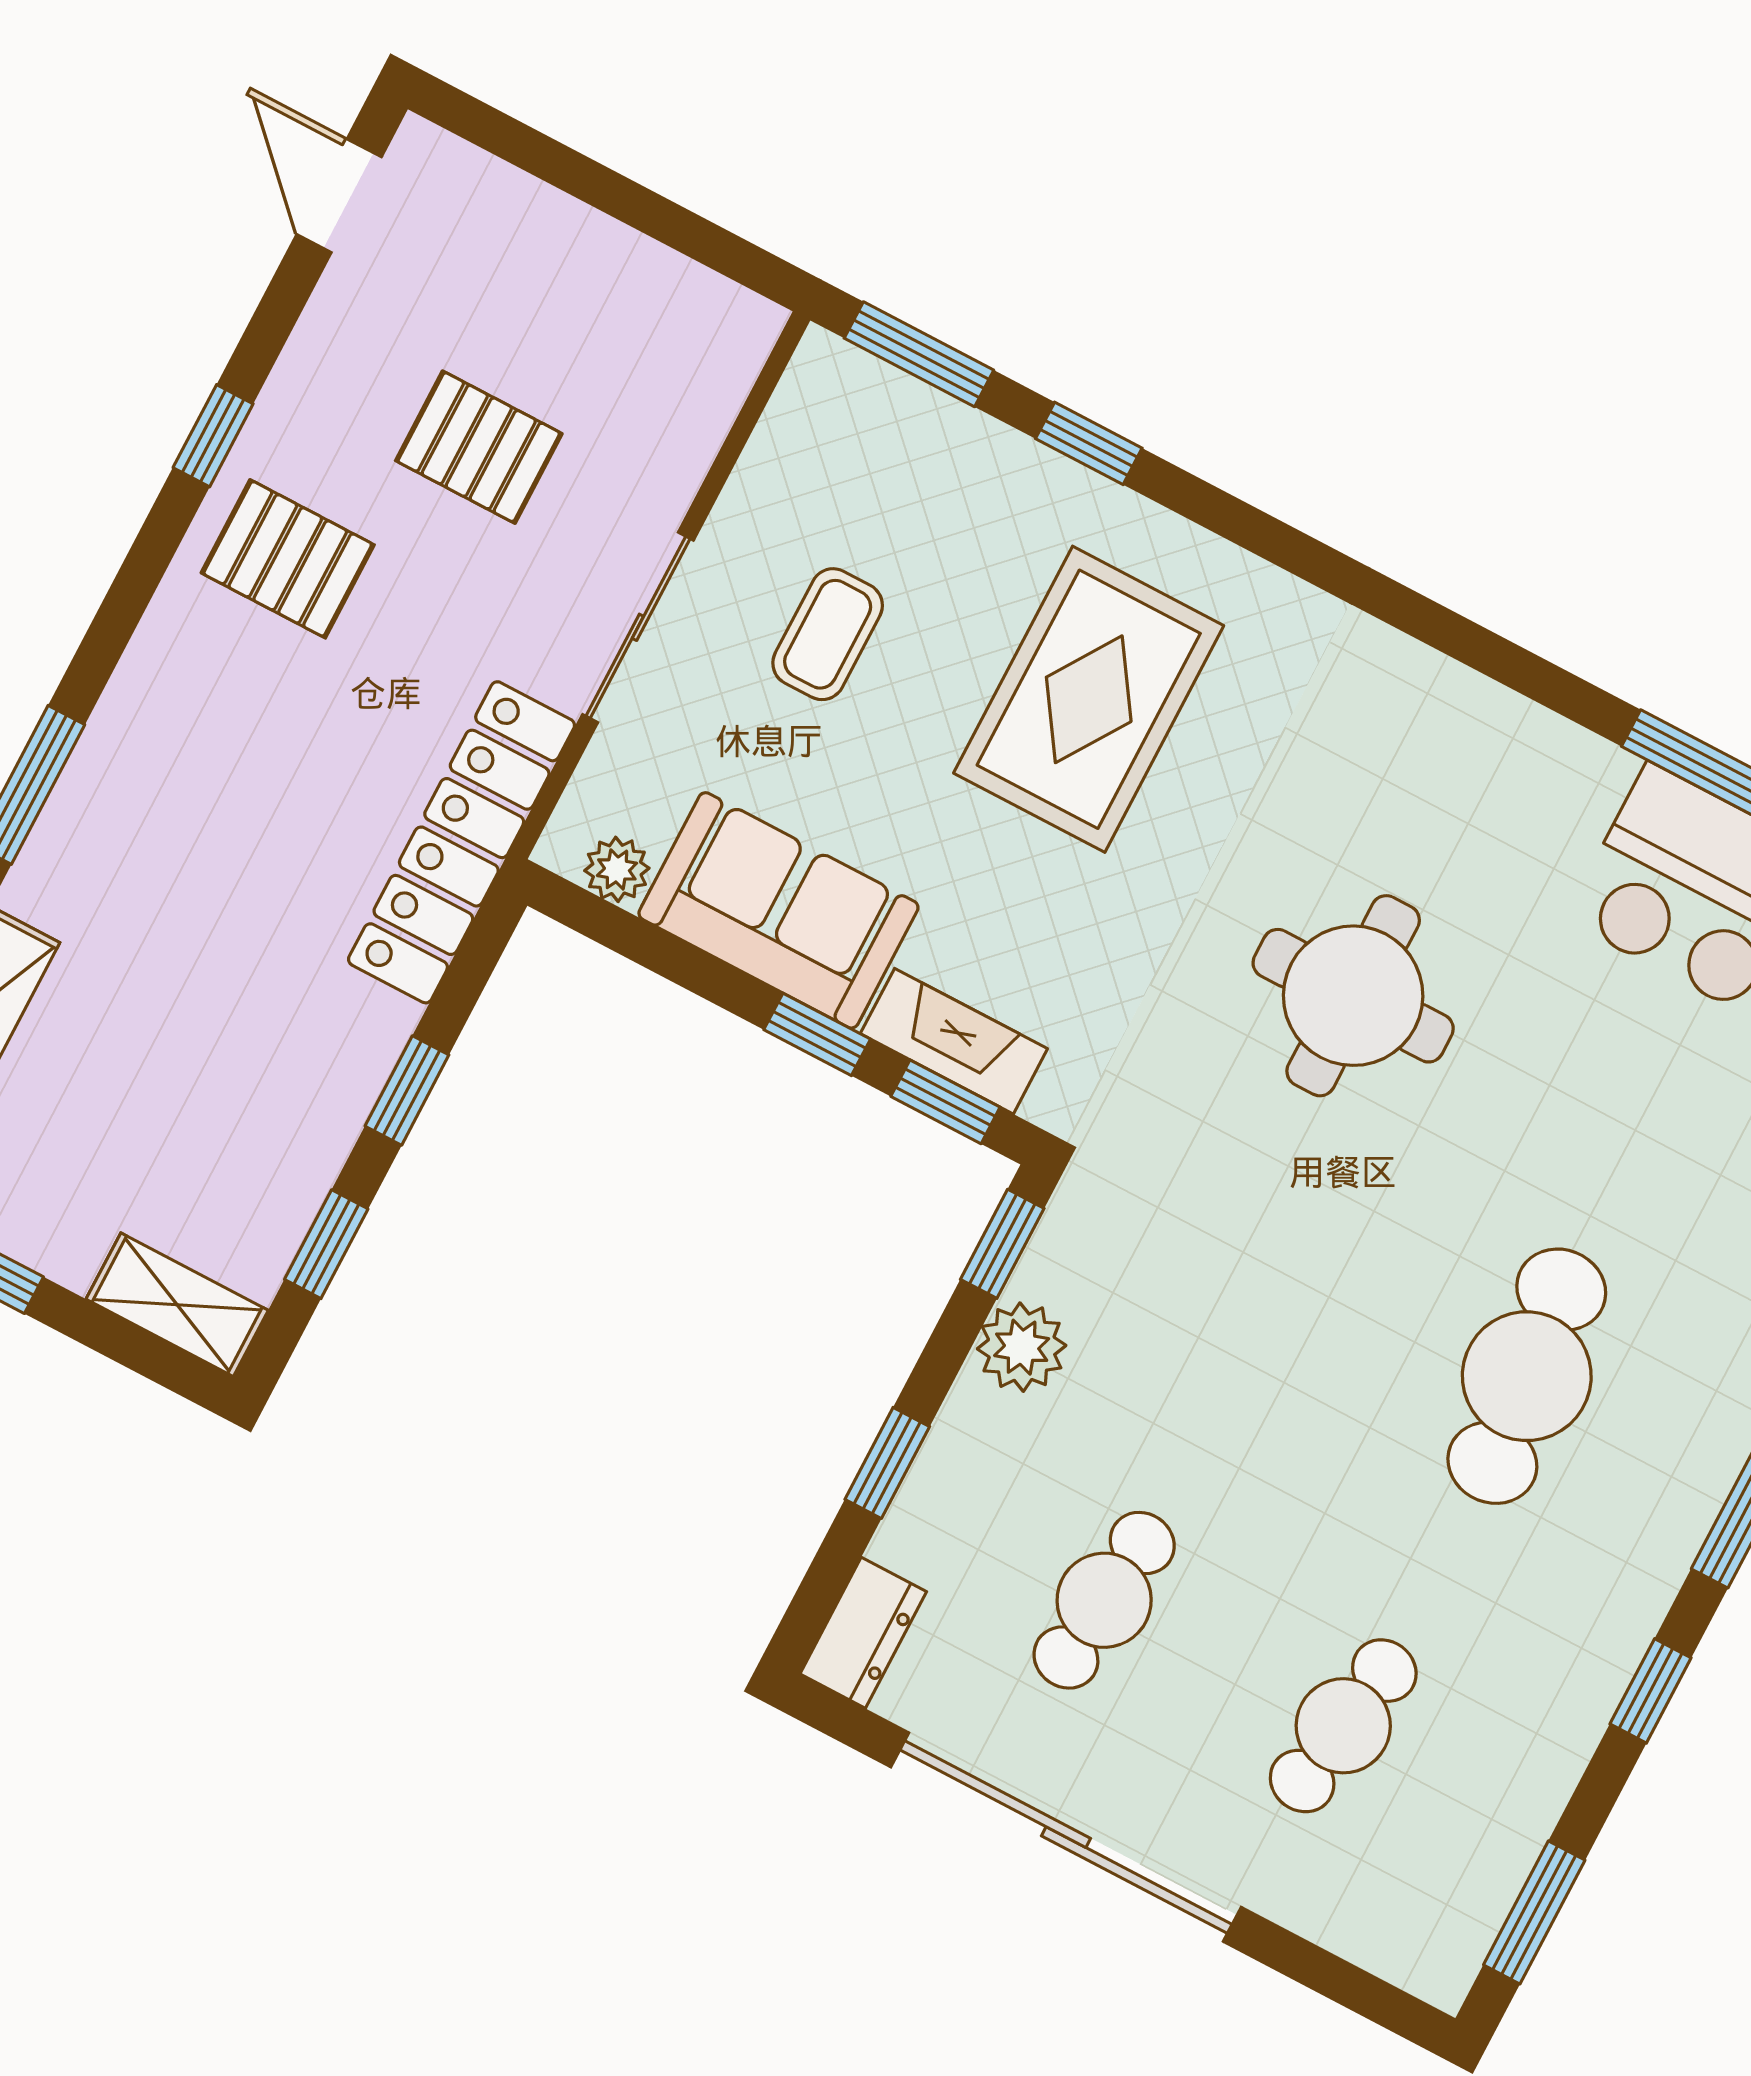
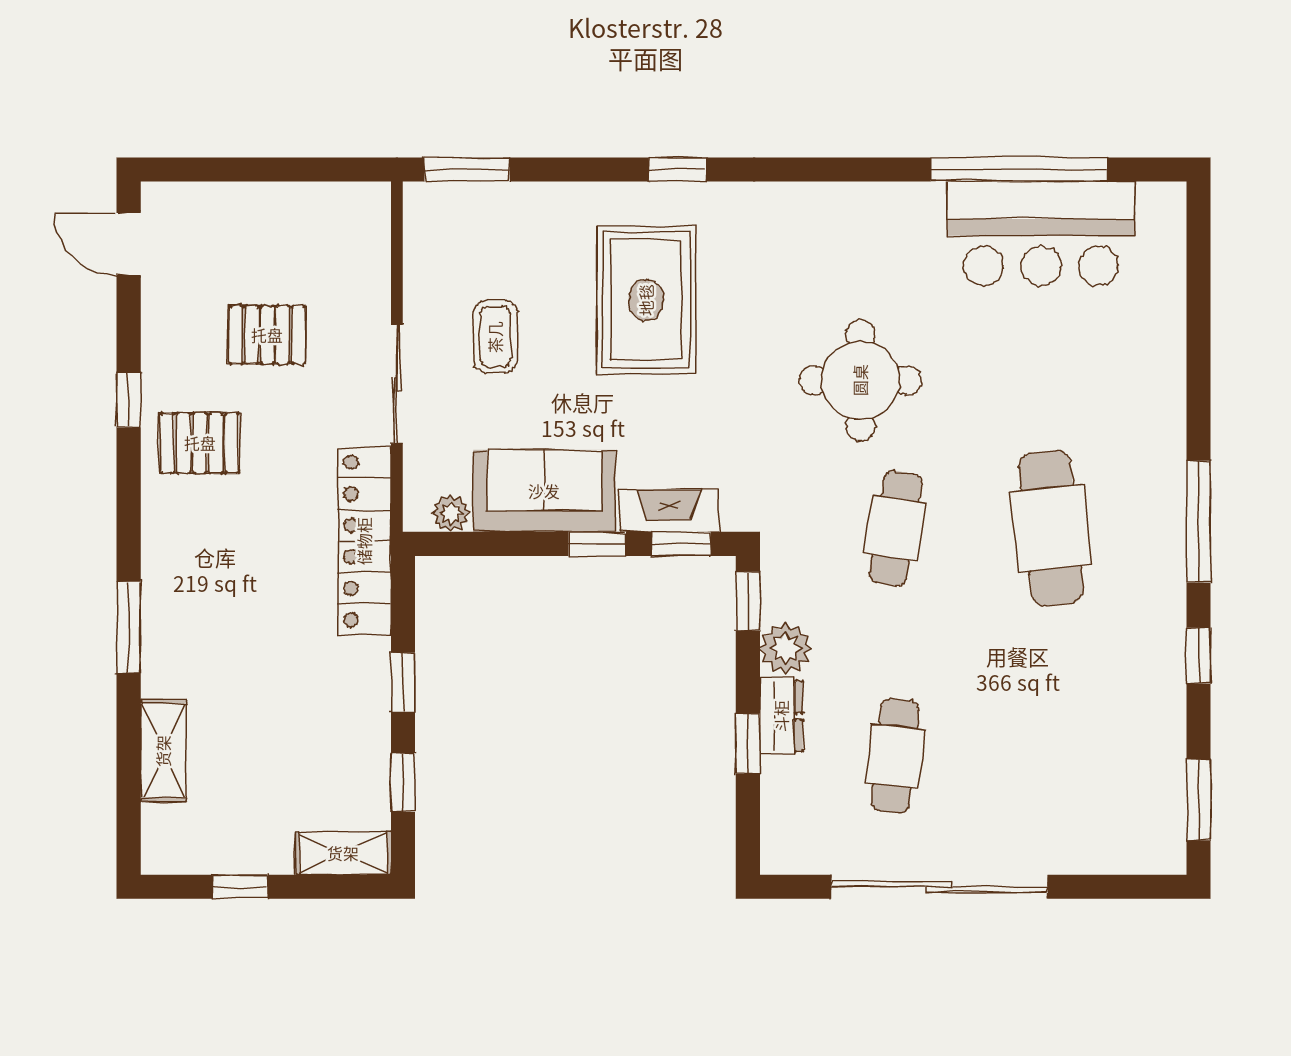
window: (1089, 443) -> (677, 169), moved
dresser: (863, 1633) -> (781, 716), moved
cafe table: (1343, 1726) -> (895, 528), moved

